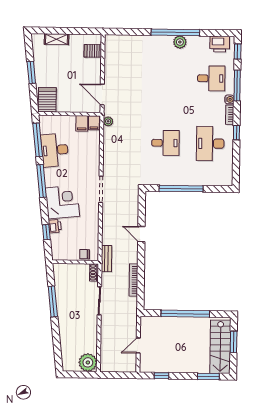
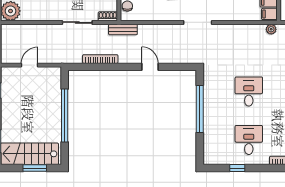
window: (236, 133) -> (237, 168), moved
desk: (165, 143) -> (249, 91), turned 180
desk: (210, 144) -> (249, 140), width x0.73
door: (141, 234) -> (150, 67), hinge flipped
door: (138, 346) -> (30, 65), hinge flipped

